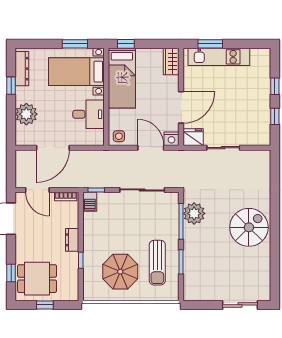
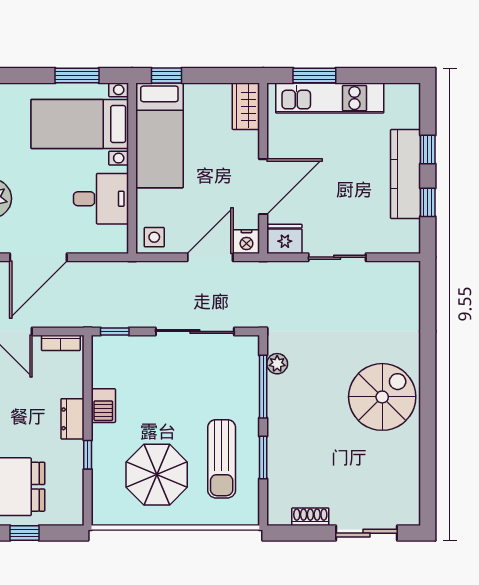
kitchen counter: (262, 100) -> (405, 174), added
door: (151, 148) -> (210, 257), hinge flipped
barbecue: (90, 202) -> (103, 406), moved
plant: (194, 213) -> (277, 364), width x0.53, depth x0.53
shoe rack: (208, 296) -> (310, 517), added

